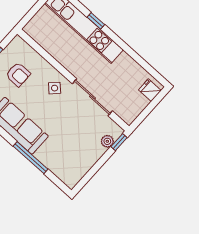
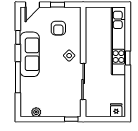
window: (96, 21) -> (128, 58), moved
plant: (107, 141) -> (36, 112), moved

